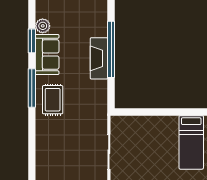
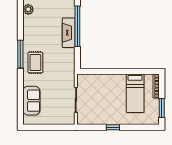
window: (32, 41) -> (20, 20), removed
sofa: (47, 54) -> (31, 101), moved

